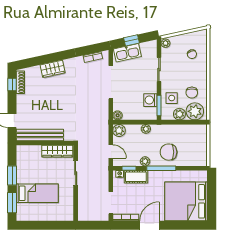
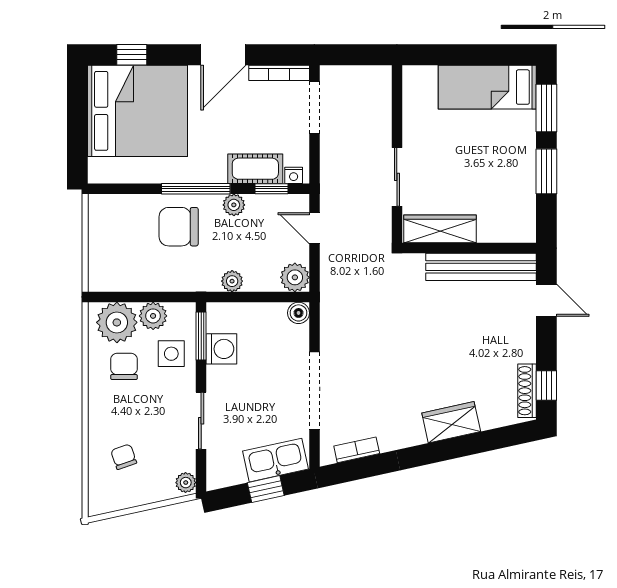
chair: (169, 152) -> (179, 227), turned 180
bed: (37, 193) -> (487, 87), moved
window: (188, 225) -> (132, 55), added

